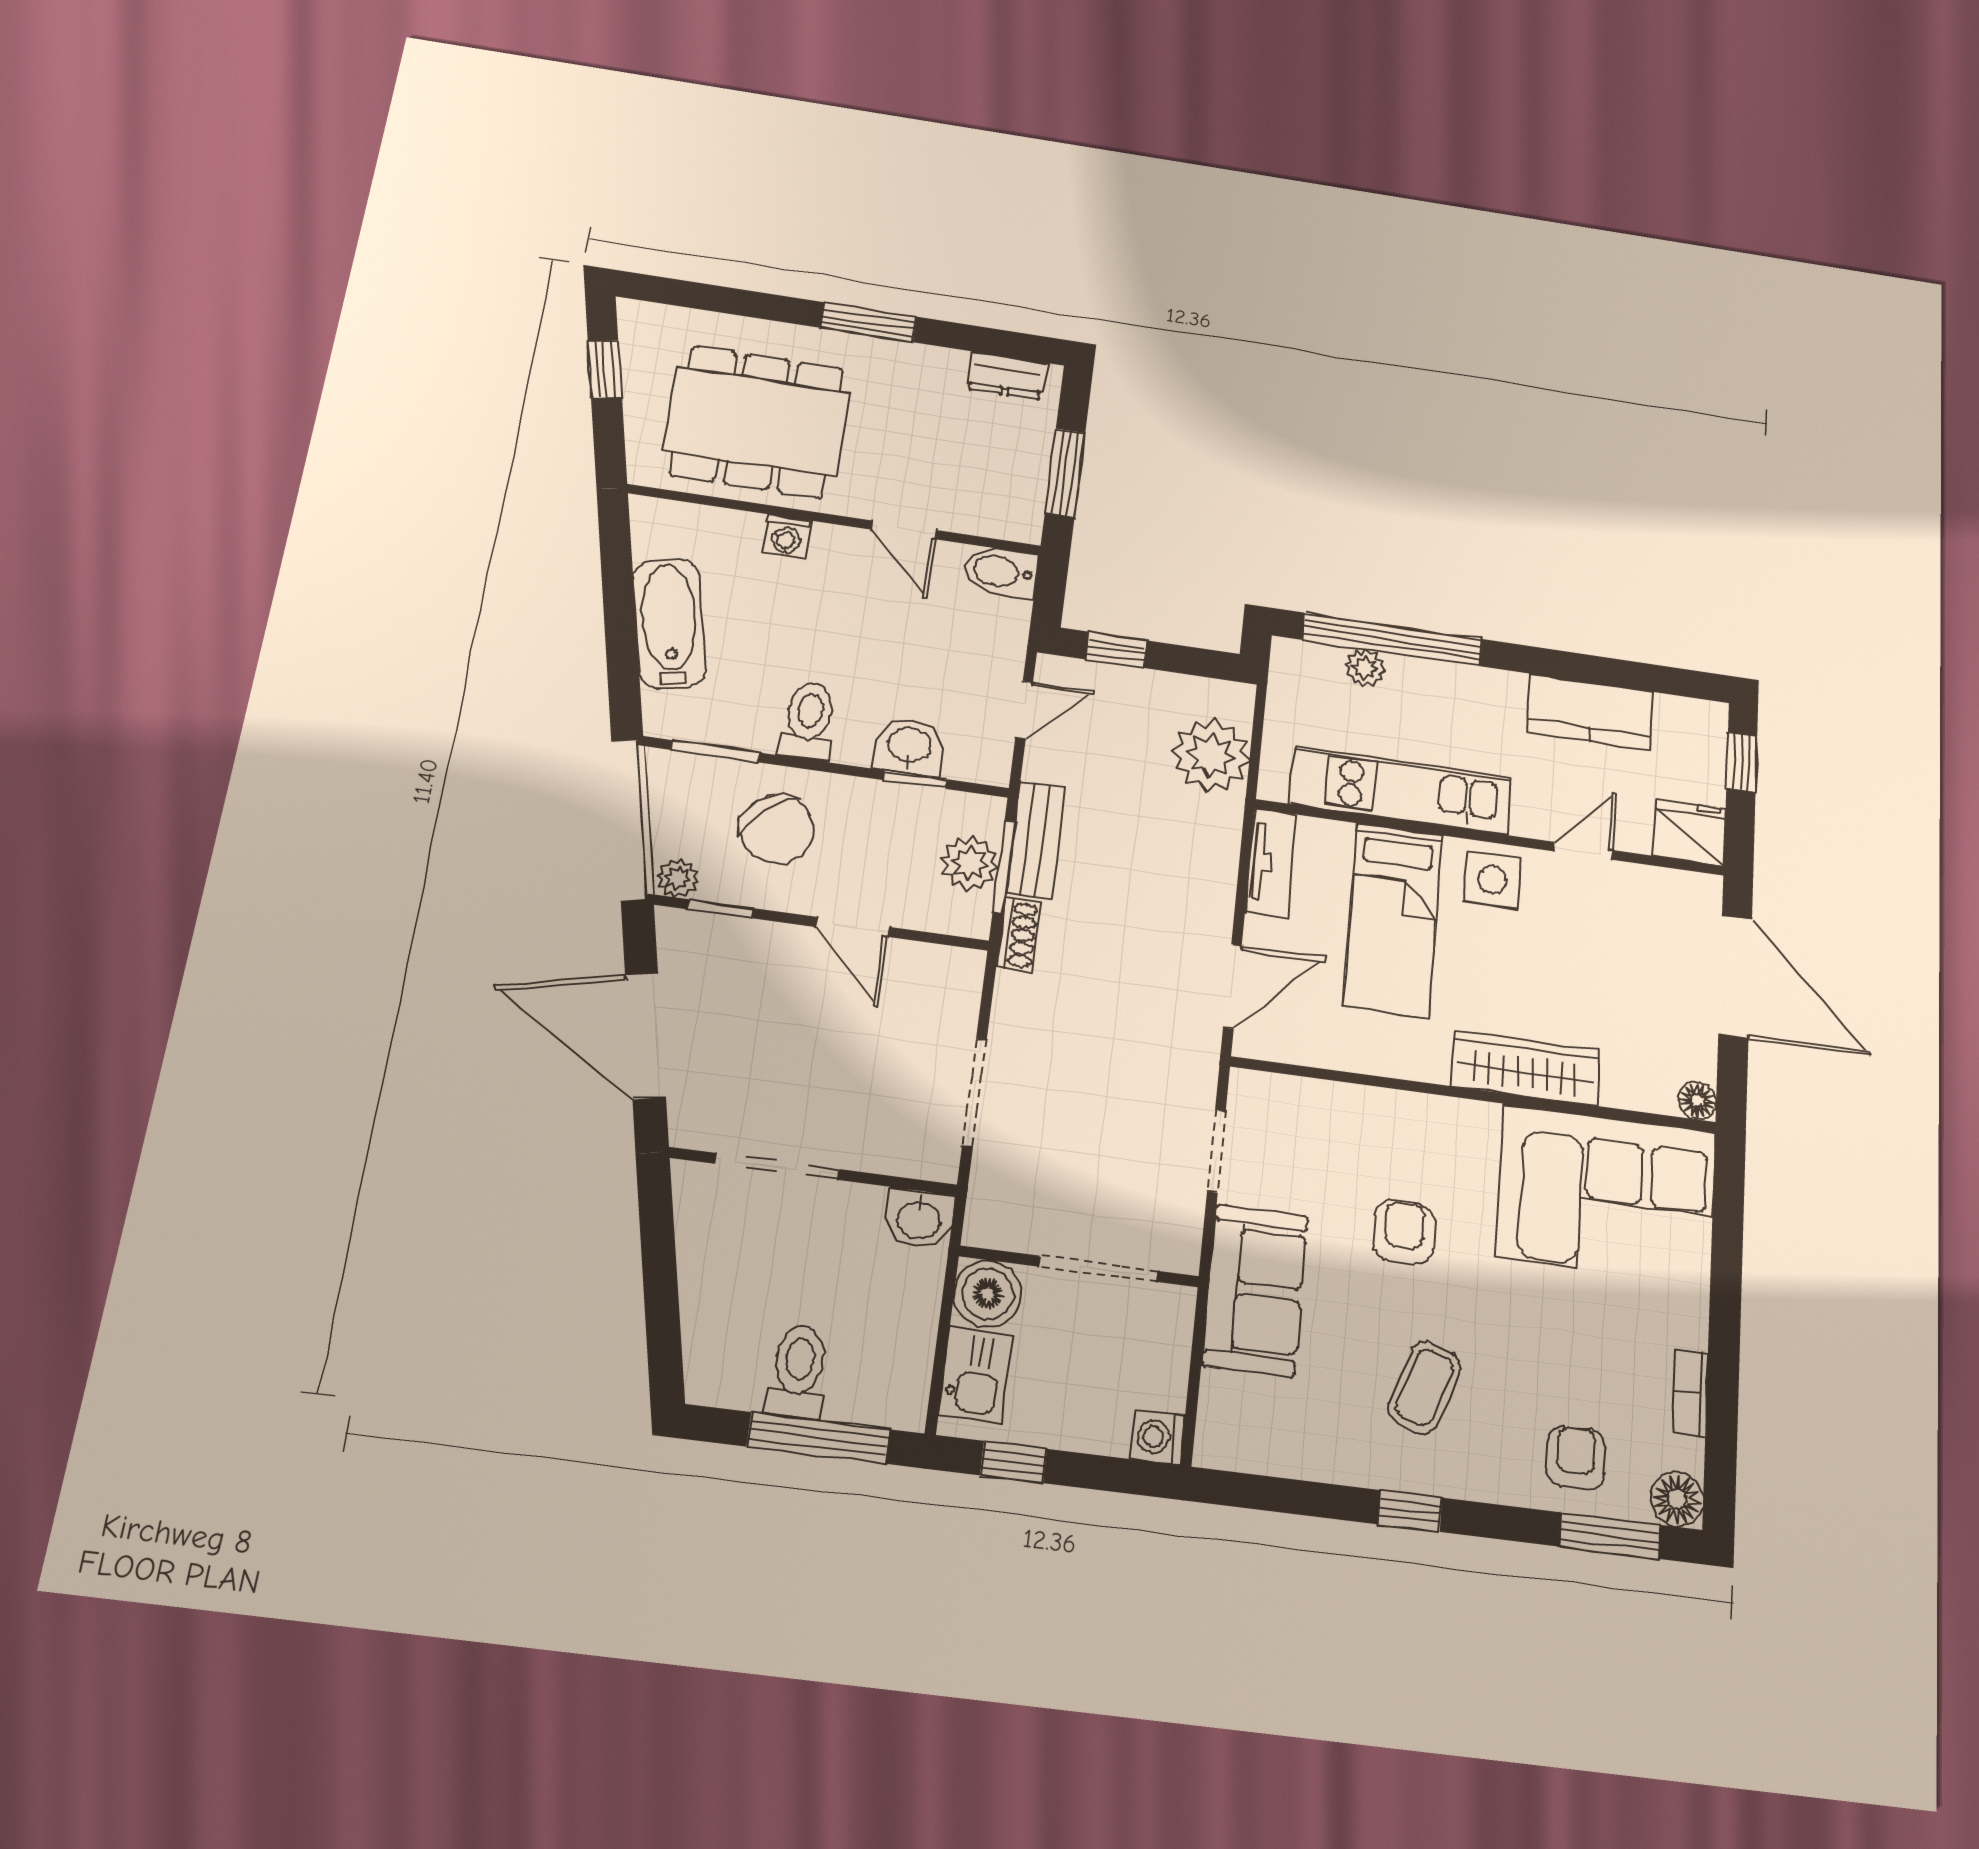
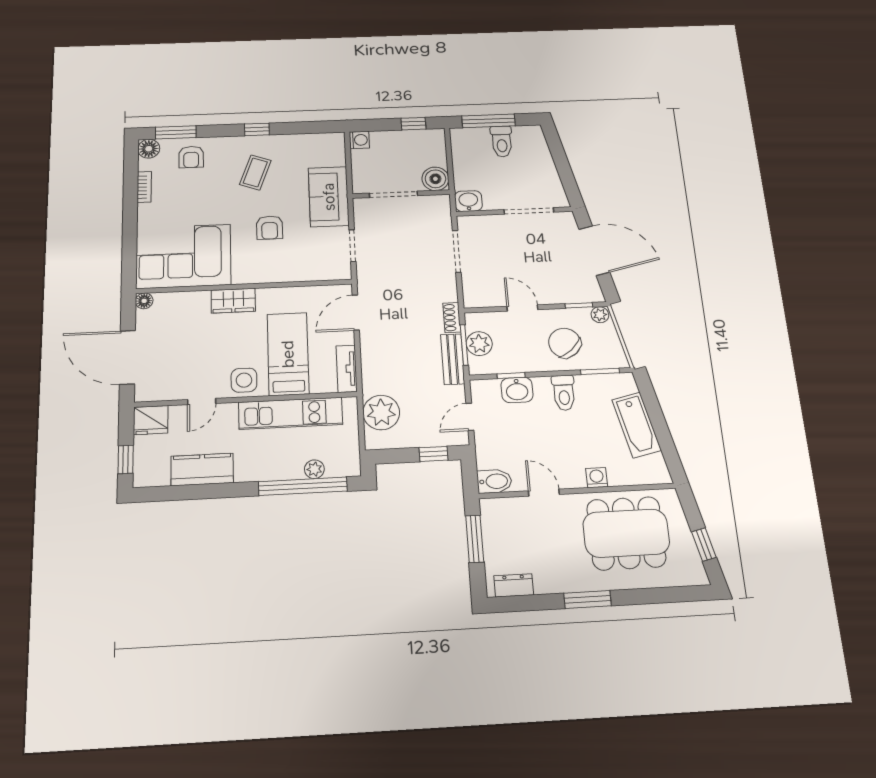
wardrobe: (1526, 1068) -> (233, 301), width x0.67
kitchen sink: (975, 1375) -> (434, 150), removed

